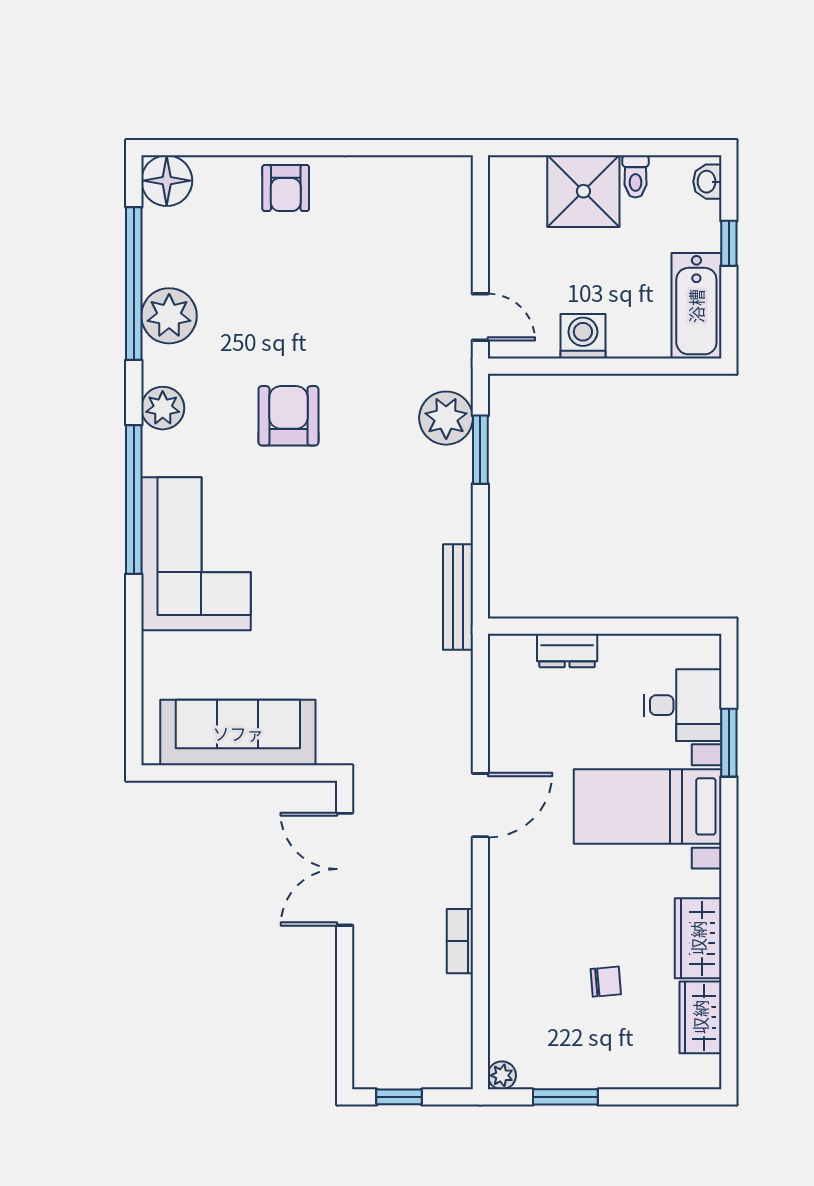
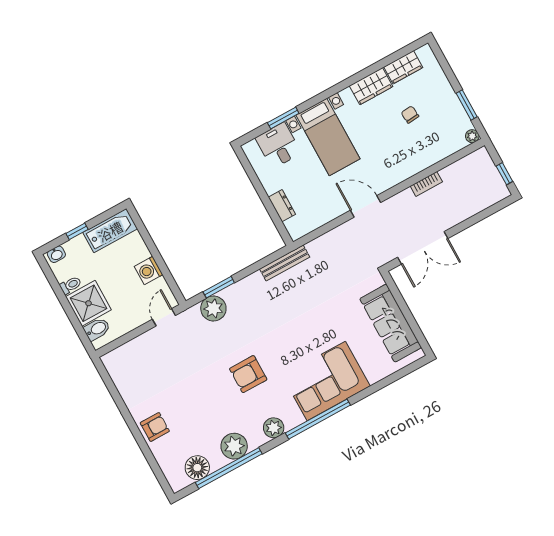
floor lamp: (167, 181) -> (197, 468), moved
bidet: (527, 181) -> (97, 329), added

